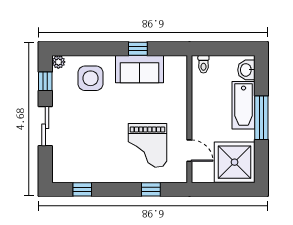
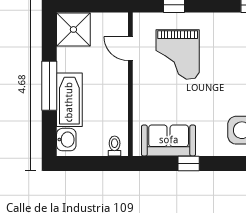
sofa: (140, 69) -> (169, 140), moved
grand piano: (147, 145) -> (178, 55), turned 180
shower: (235, 162) -> (73, 29), width x0.73, depth x0.73

